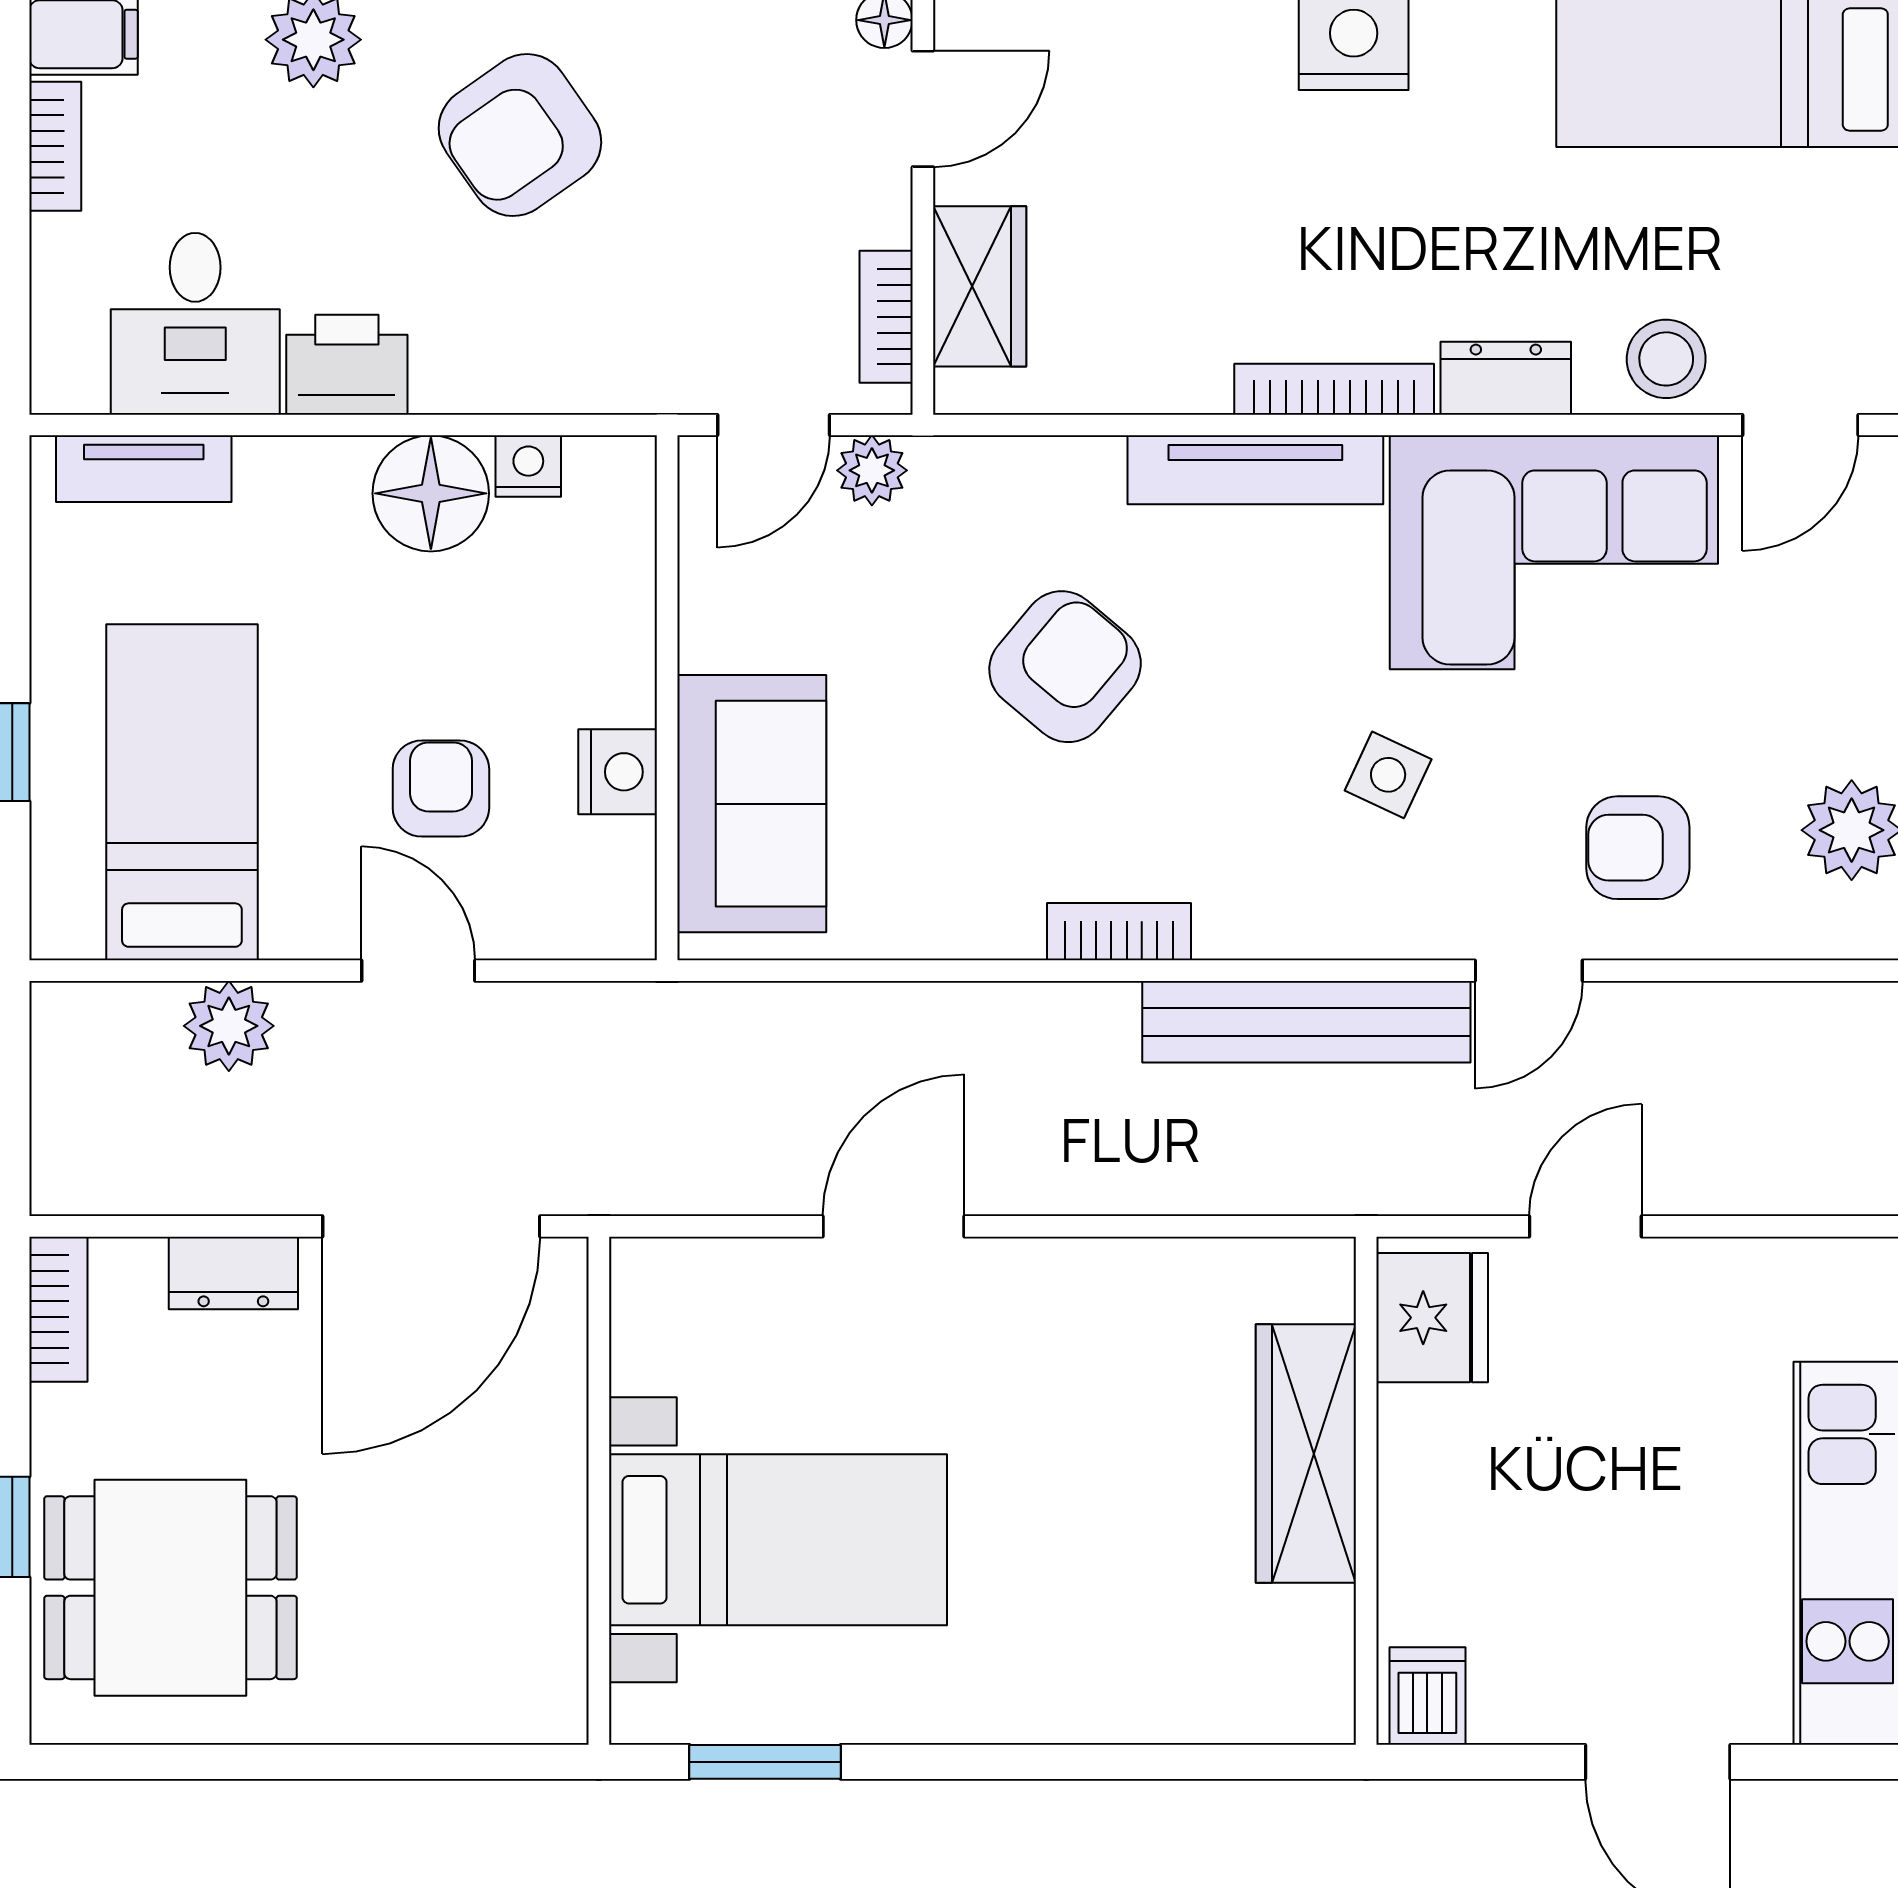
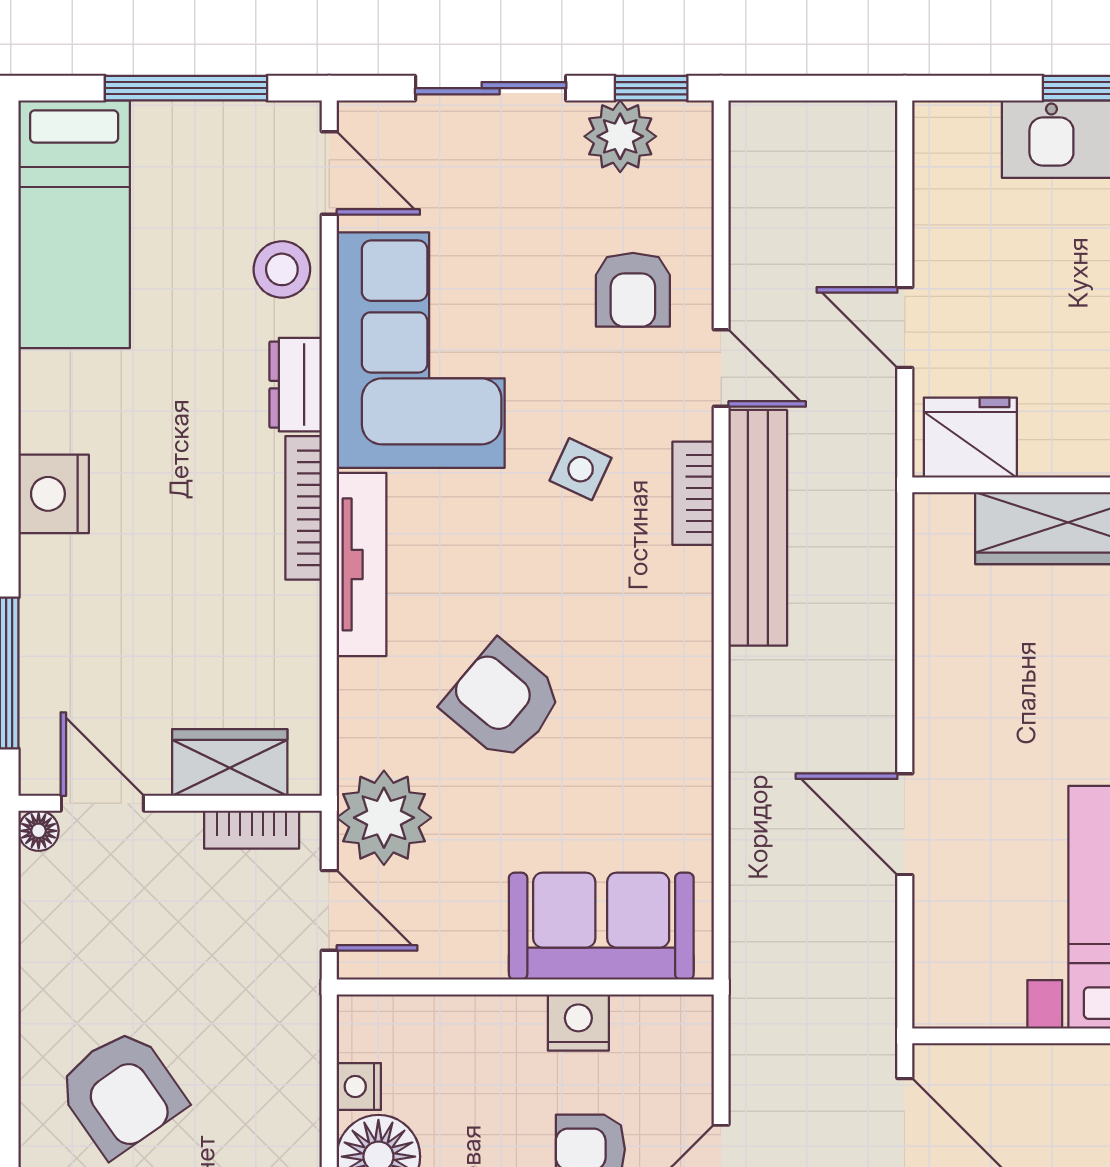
plant: (872, 470) -> (384, 818), width x1.88, depth x1.88
bookcase: (1119, 932) -> (693, 493), moved

